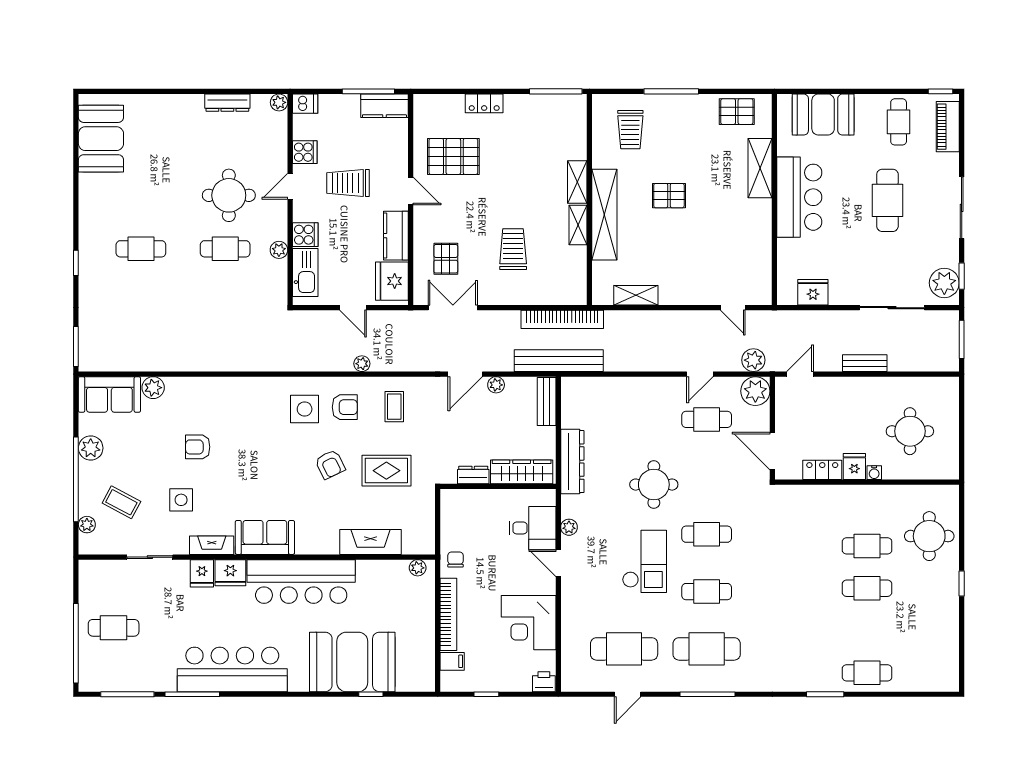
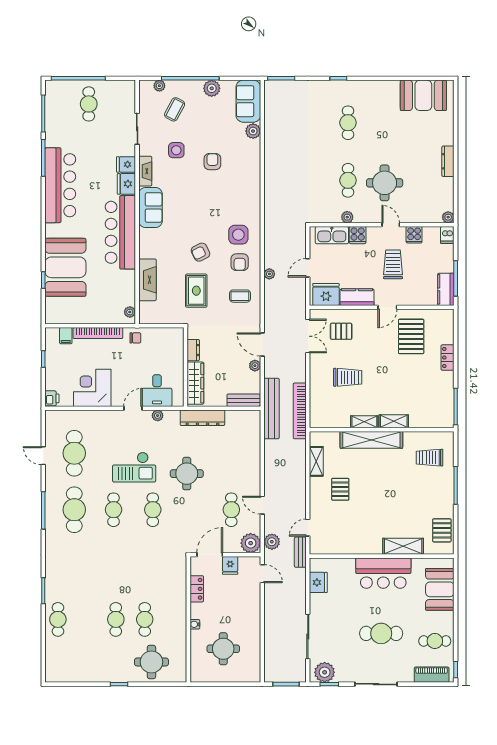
dresser: (227, 103) -> (448, 161), moved
pallet: (669, 196) -> (340, 489), moved
bench: (865, 363) -> (300, 552), moved
fridge: (854, 467) -> (230, 565), moved, turned 90

